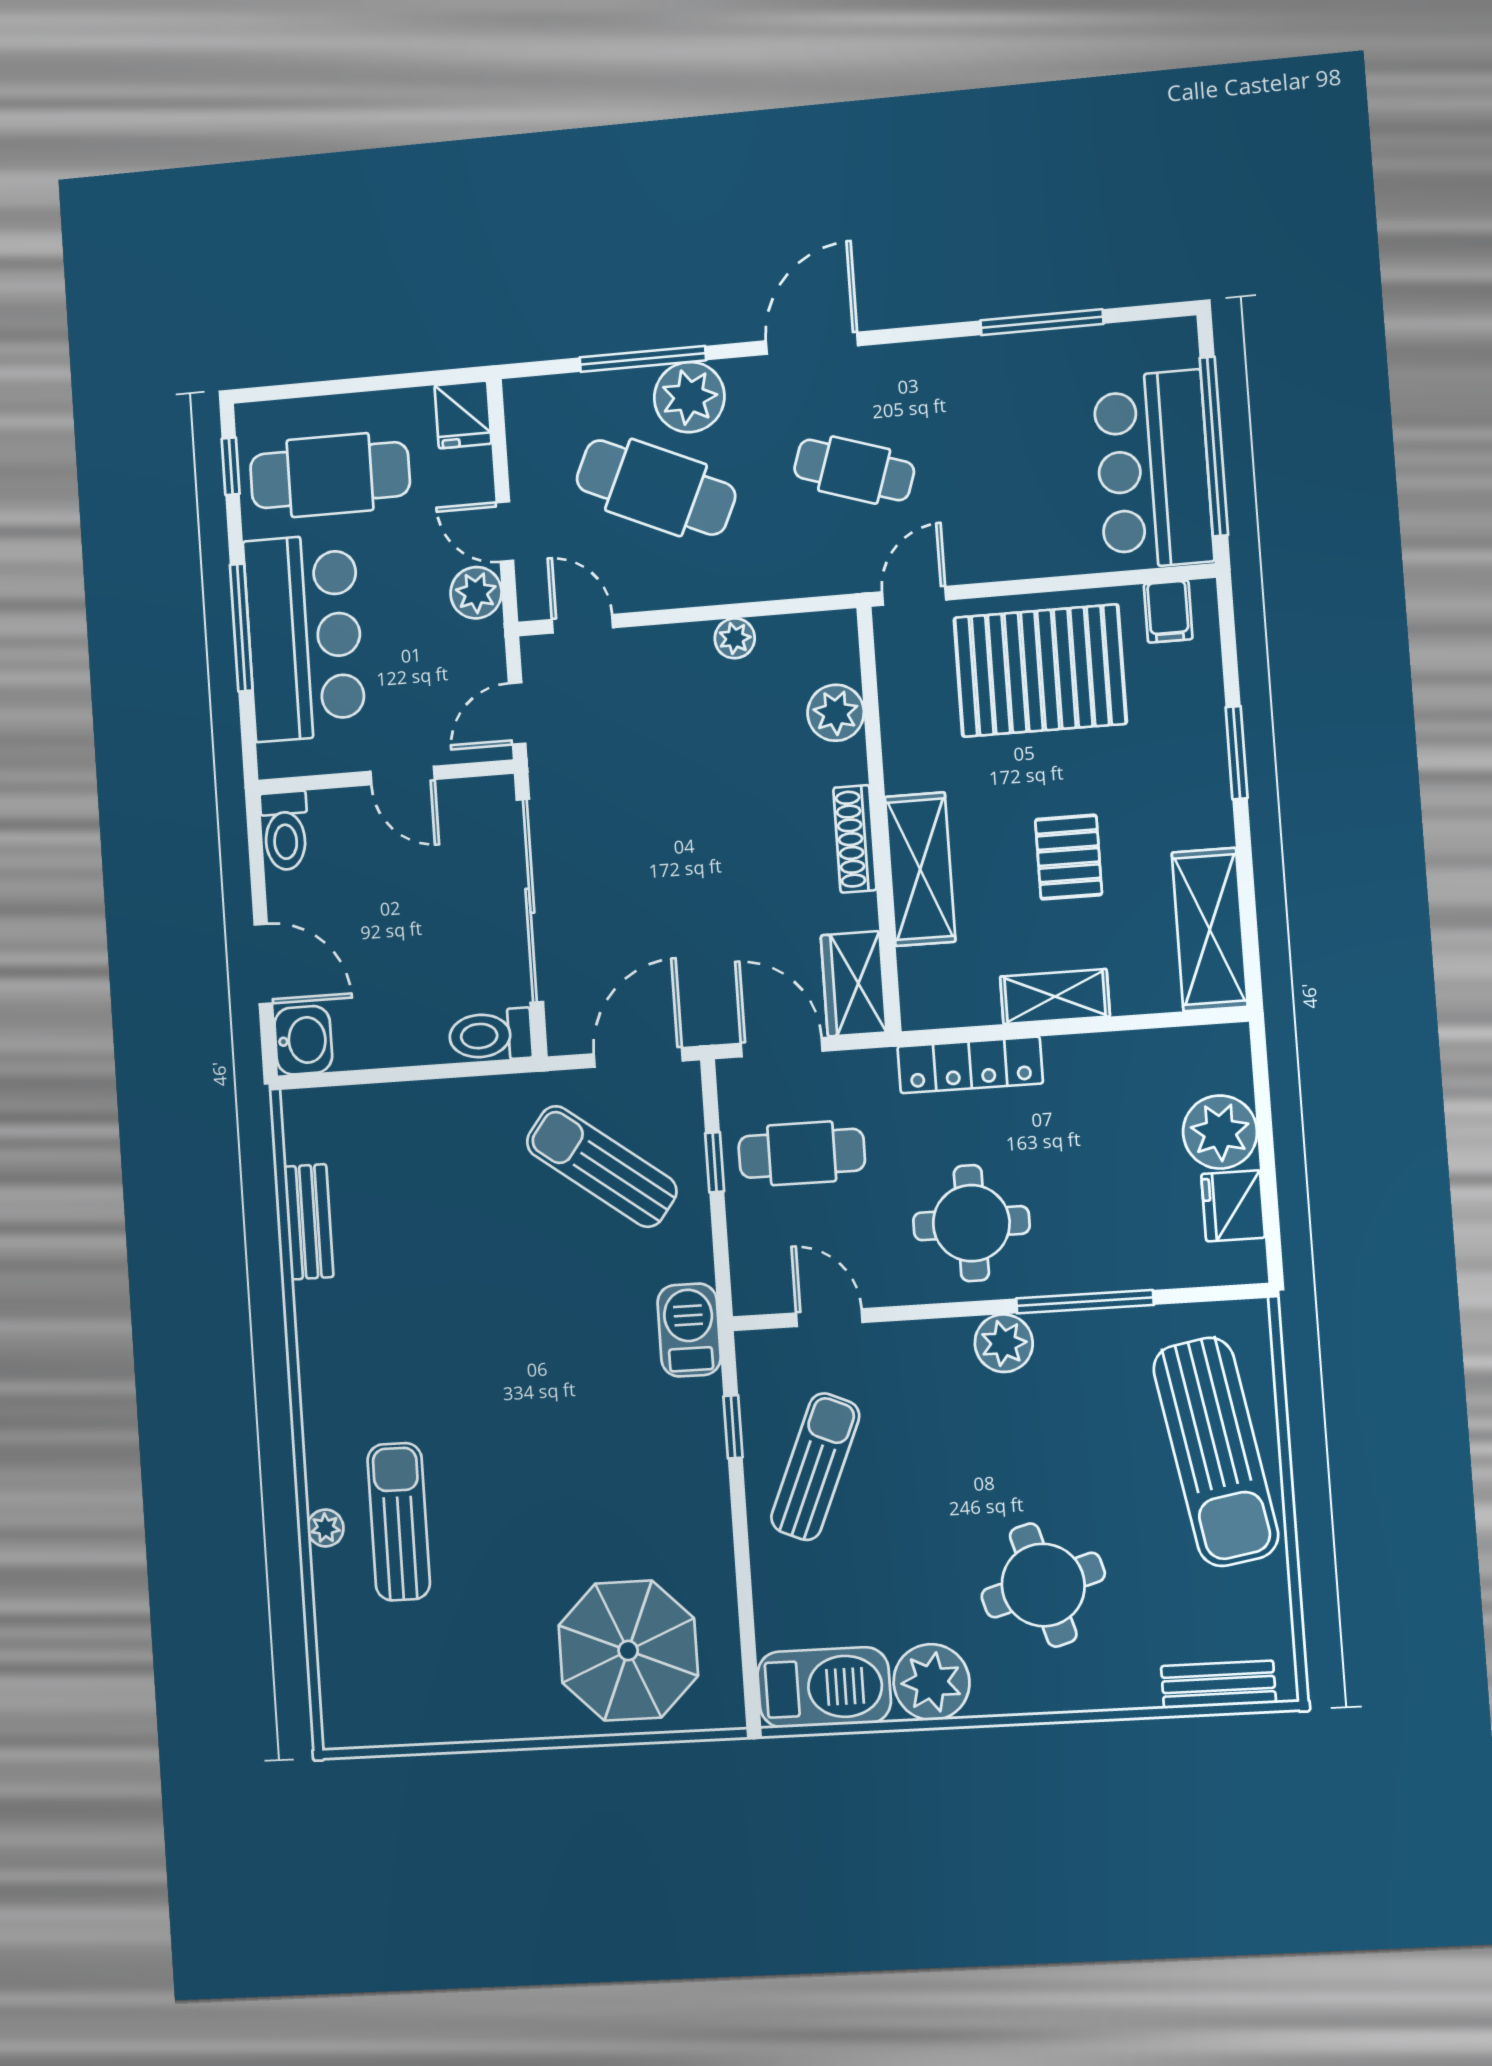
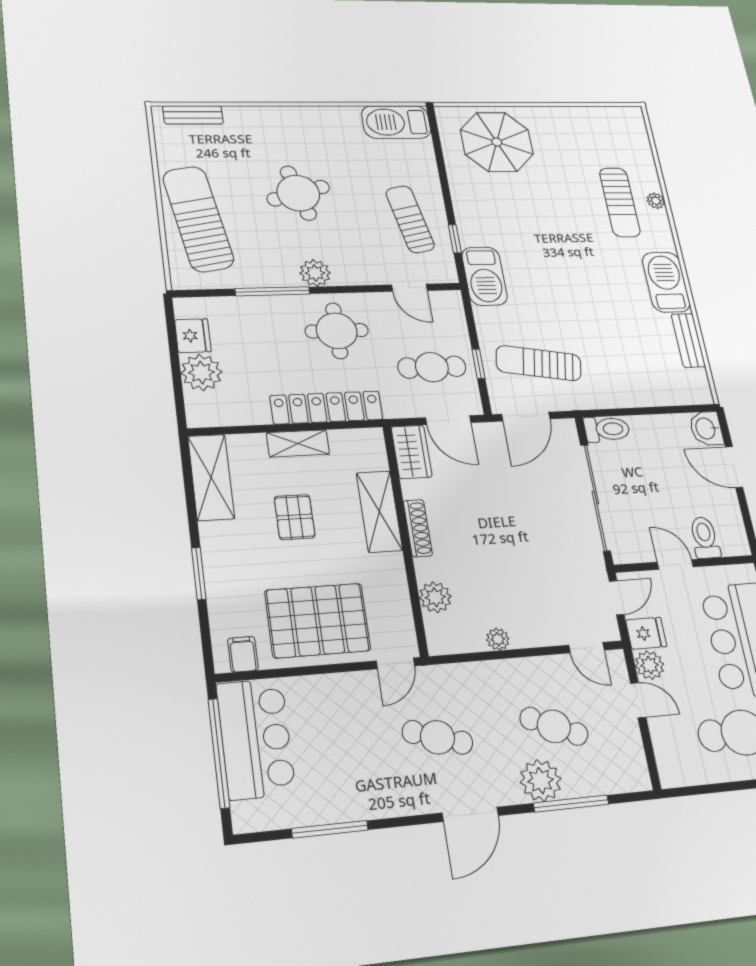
fridge: (463, 414) -> (646, 633), moved, turned 90
cafe table: (656, 487) -> (554, 726), width x0.73, depth x0.74
toilet: (285, 831) -> (705, 538), moved
locker: (970, 1065) -> (326, 407), width x1.41, depth x1.21
sun lounger: (602, 1166) -> (539, 363), turned 153
barbecue: (689, 1330) -> (485, 276), width x1.37, depth x1.21
barbecue: (332, 1346) -> (666, 282), added
sun lounger: (815, 1467) -> (410, 219), turned 145
round table: (1043, 1585) -> (298, 193), moved
plant: (932, 1682) -> (342, 122), removed

